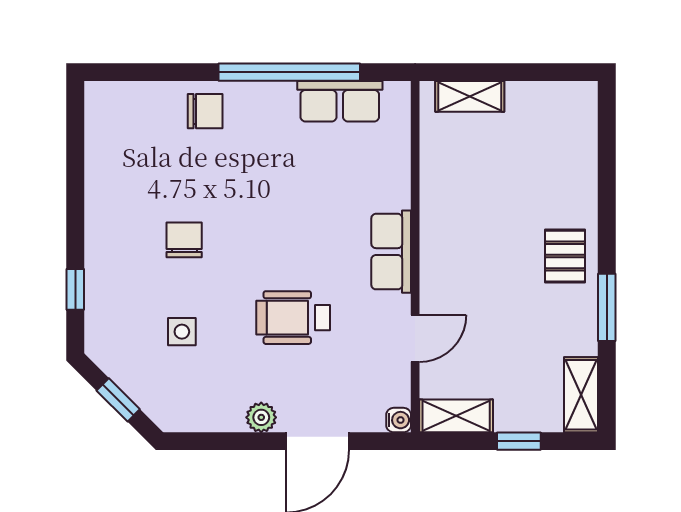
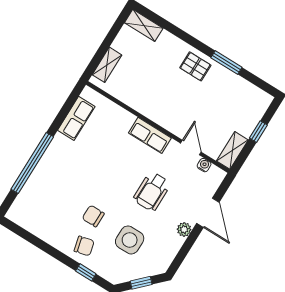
window: (289, 72) -> (32, 163), moved
chair: (205, 111) -> (84, 246), moved, turned 76
side table: (182, 332) -> (130, 240), width x1.87, depth x1.87
shelving: (581, 395) -> (144, 25), moved
water cooler: (399, 420) -> (204, 165), moved

